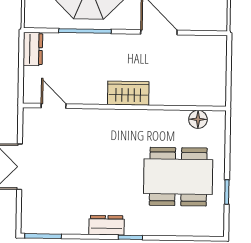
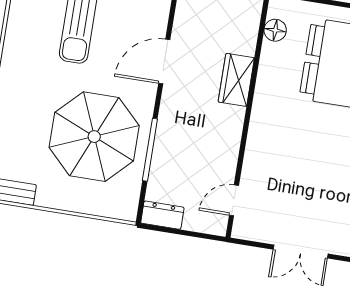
wardrobe: (128, 93) -> (236, 80), moved

